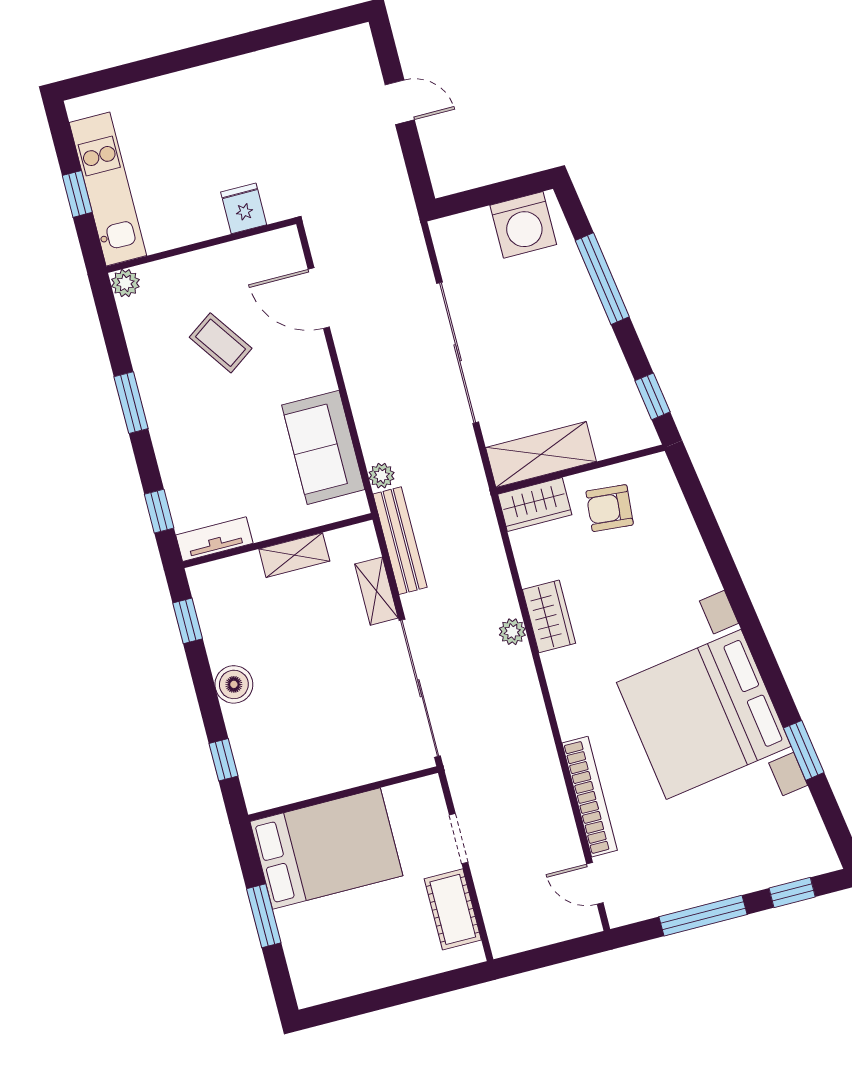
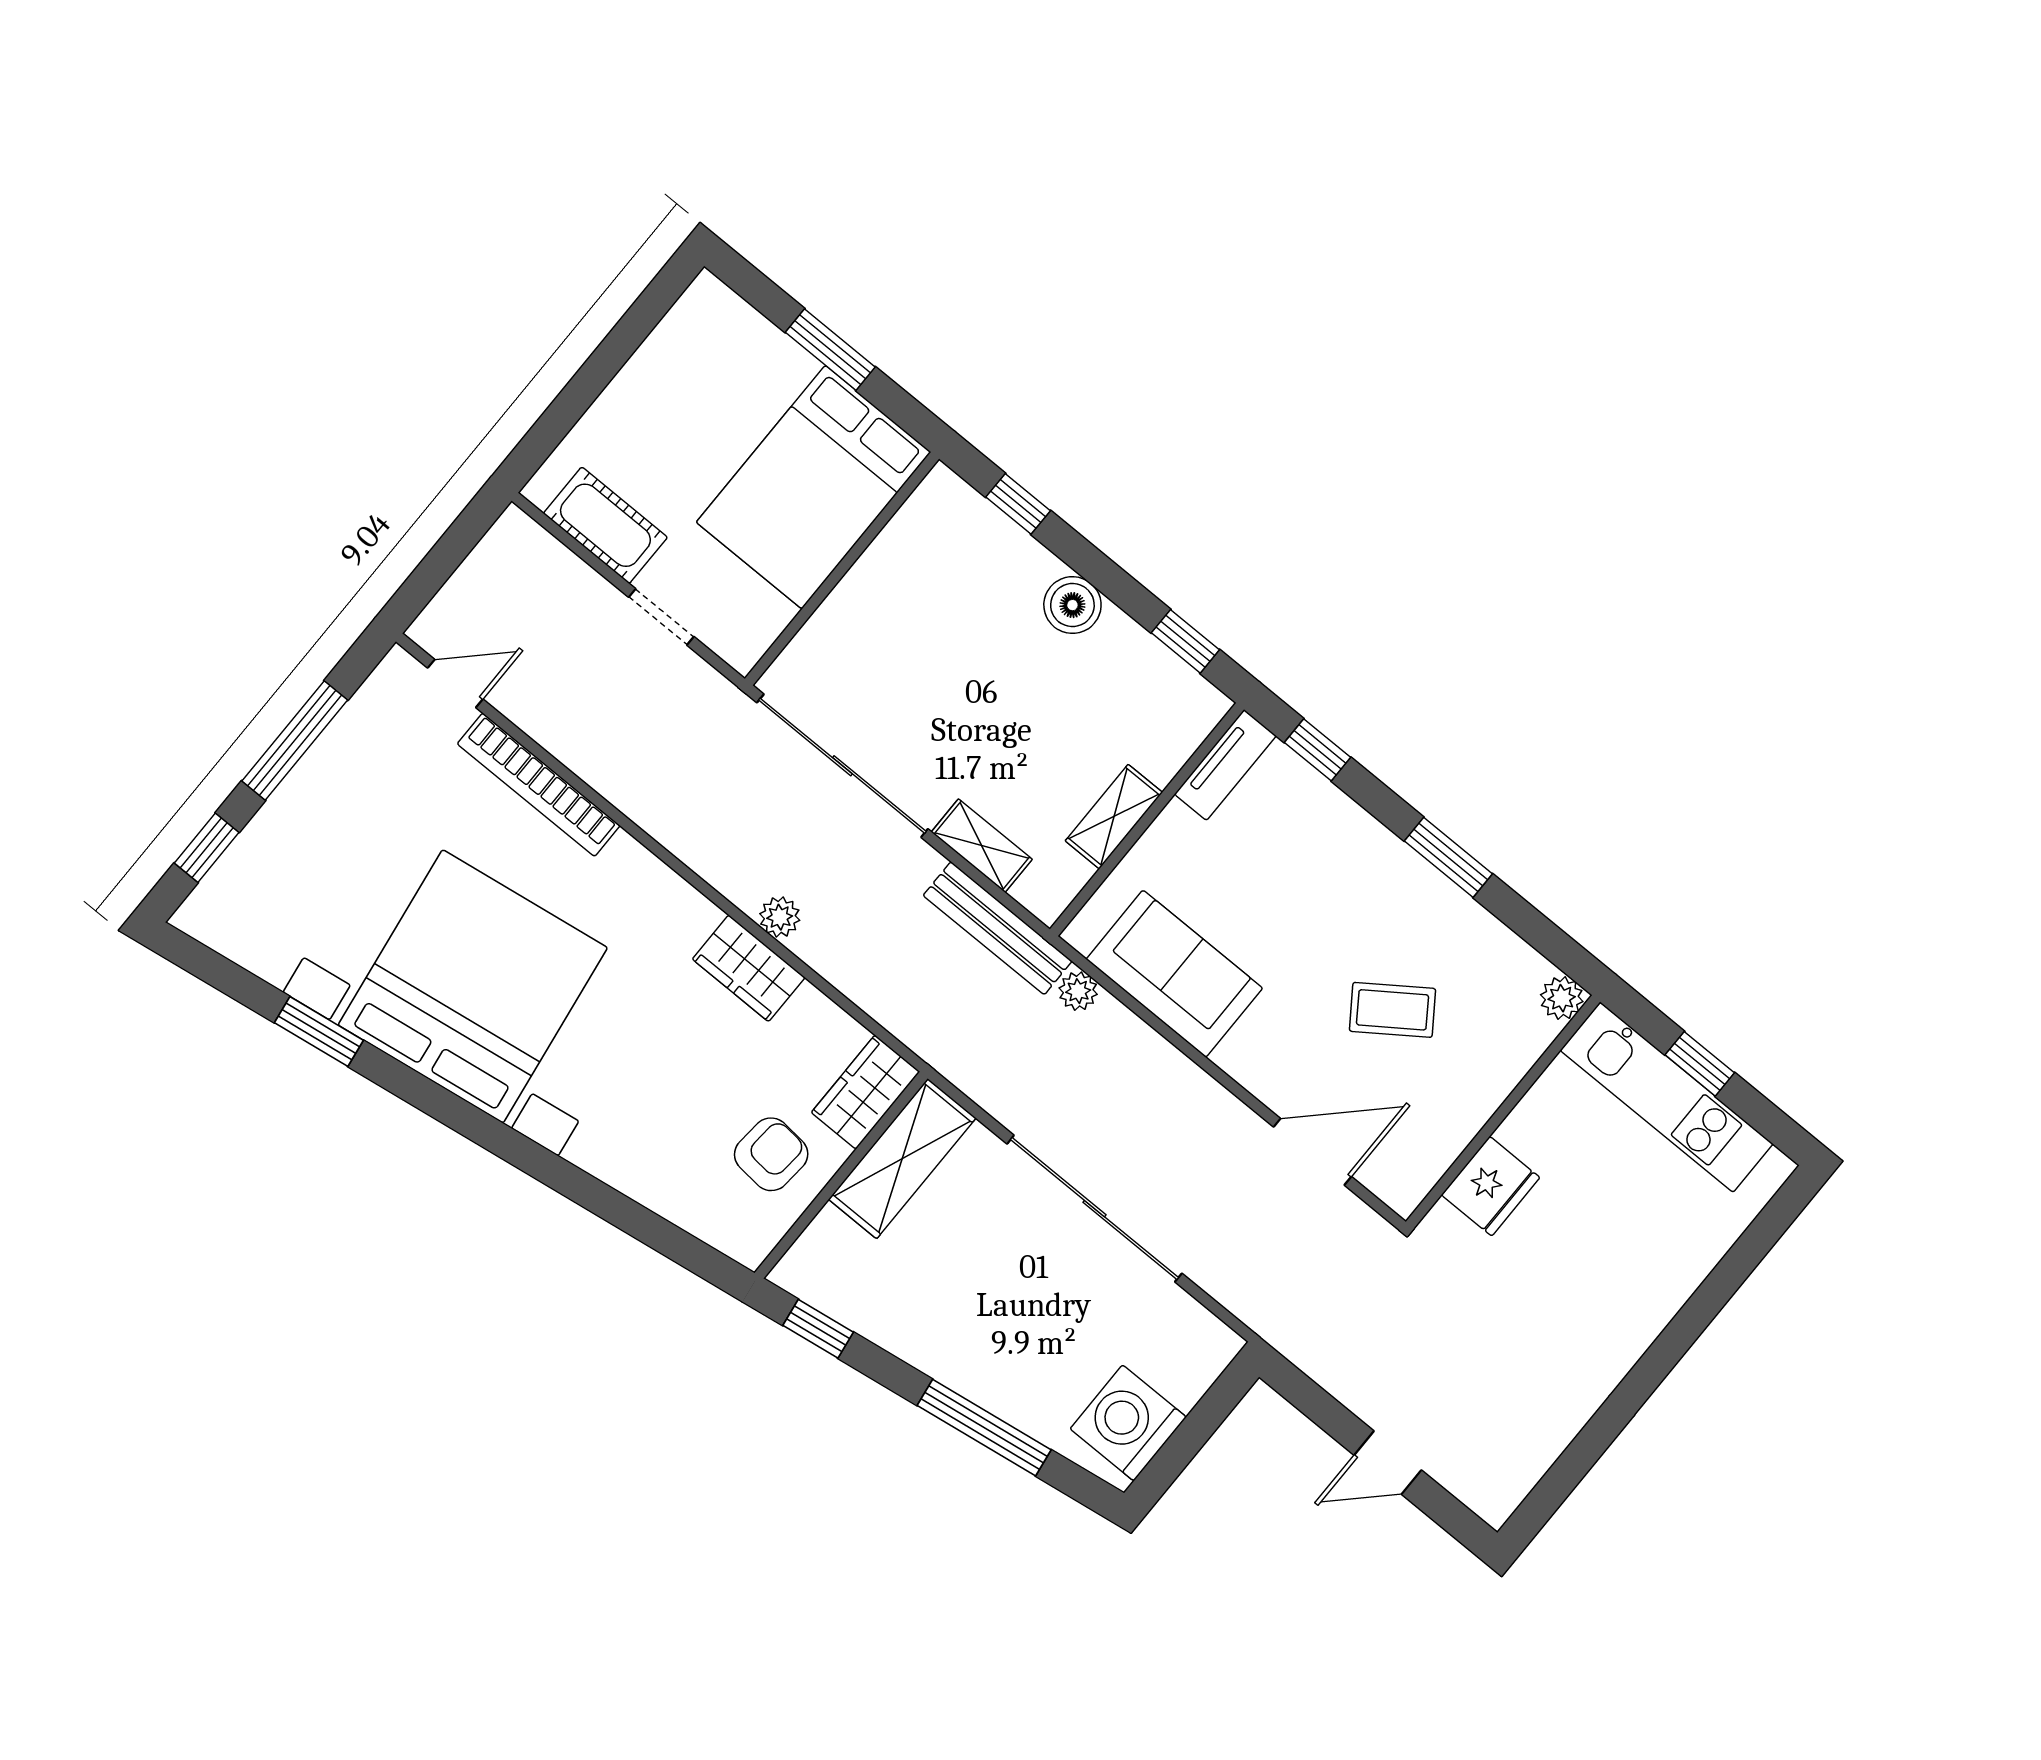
fridge: (244, 208) -> (1491, 1186), width x1.38

